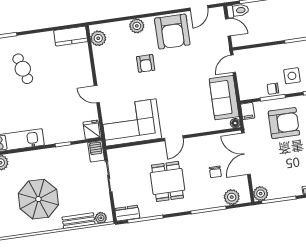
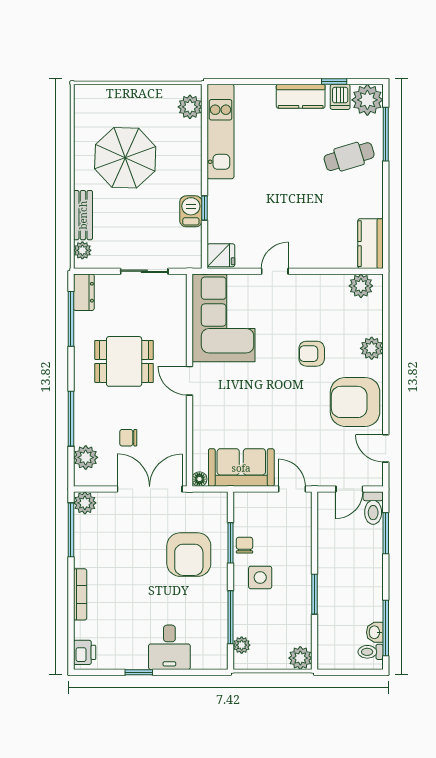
cafe table: (23, 69) -> (349, 157), moved
filing cabinet: (248, 111) -> (215, 501), removed
barbecue: (96, 151) -> (191, 211), moved, turned -90

